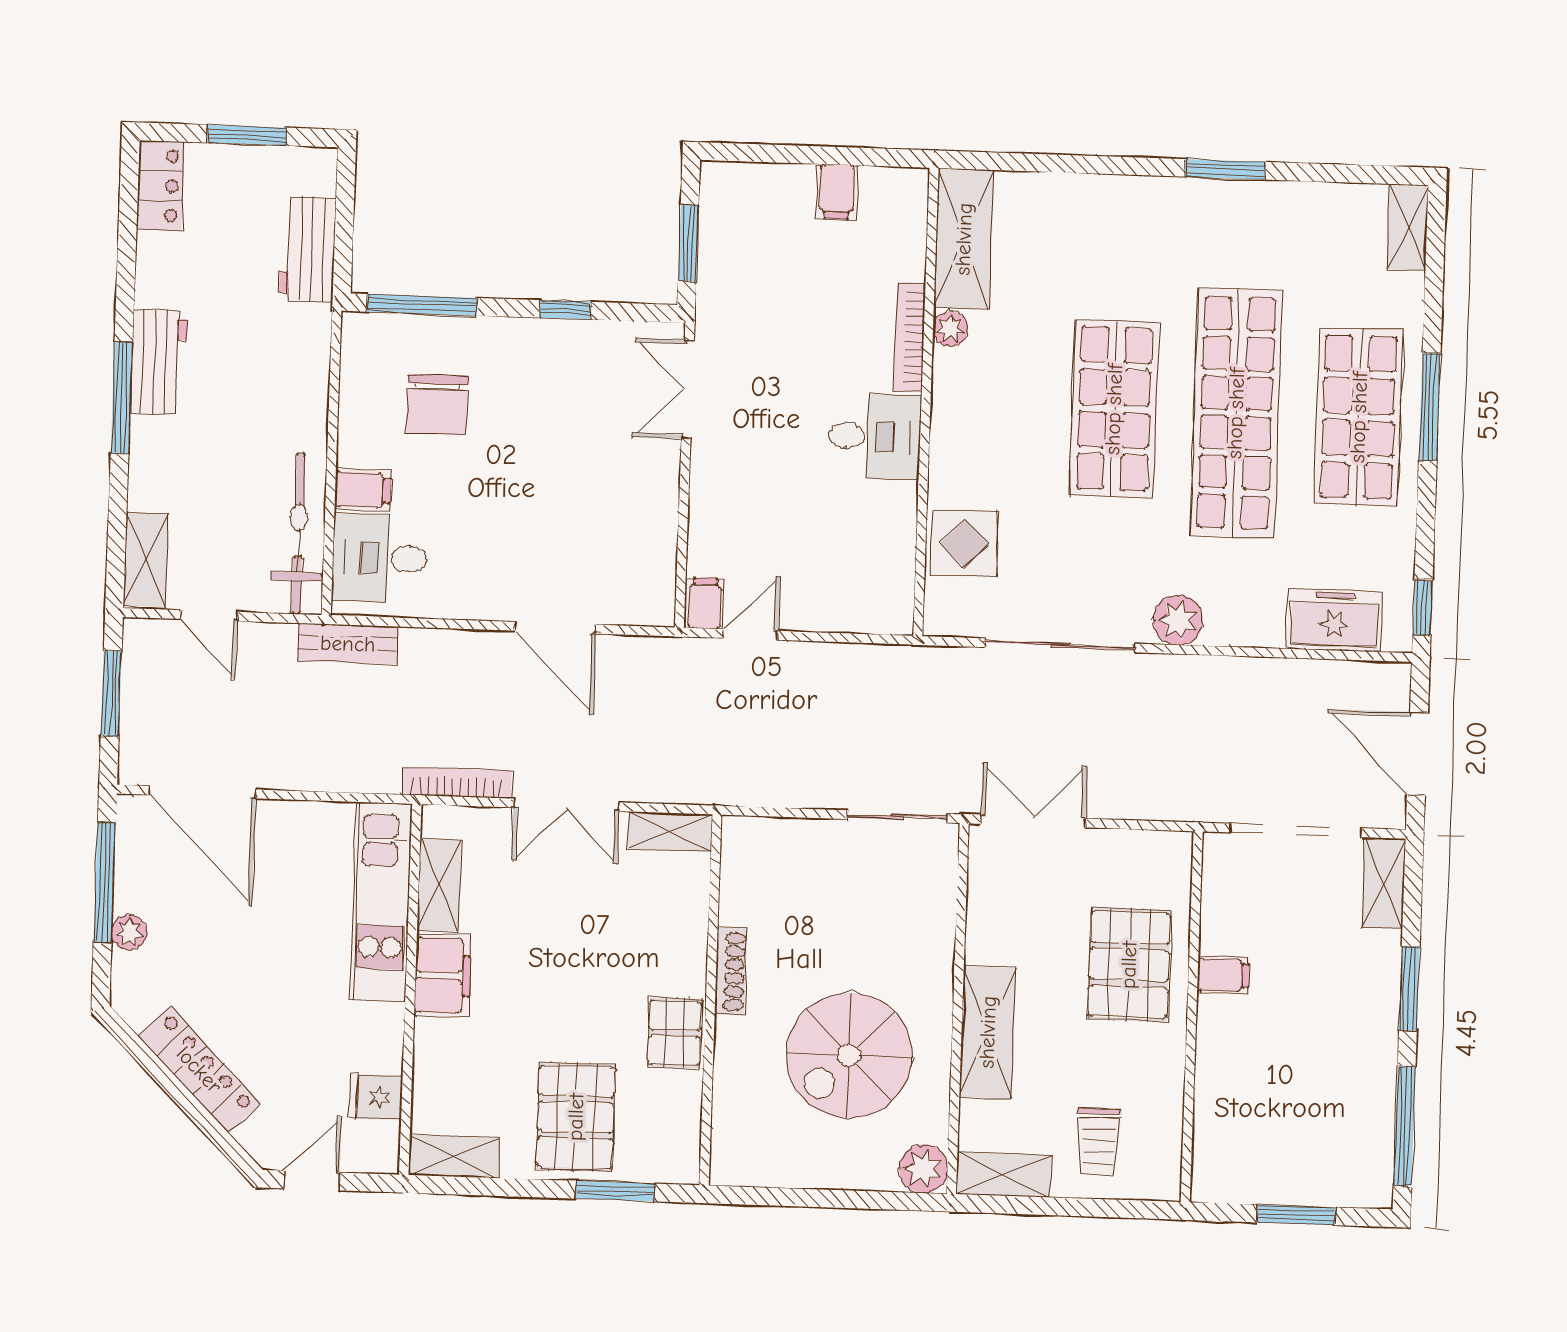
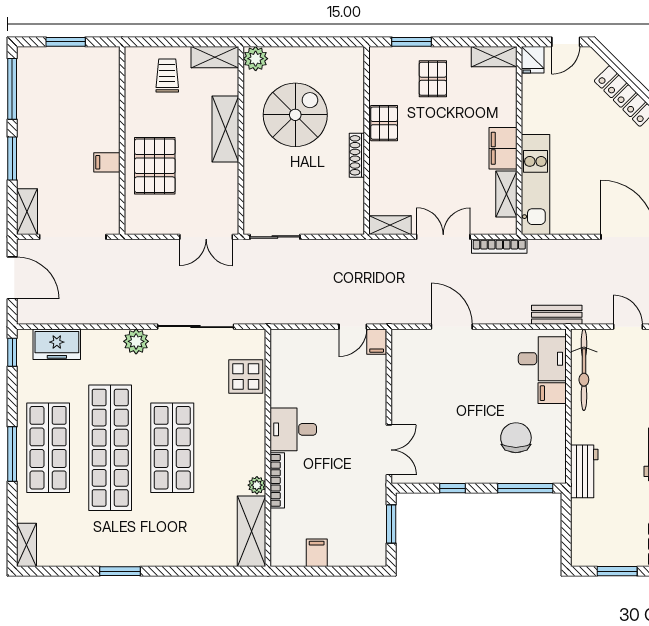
workbench: (308, 250) -> (584, 471), moved
fridge: (376, 1097) -> (533, 60), moved, turned 90
pallet: (576, 1117) -> (433, 79), width x0.67, depth x0.71

